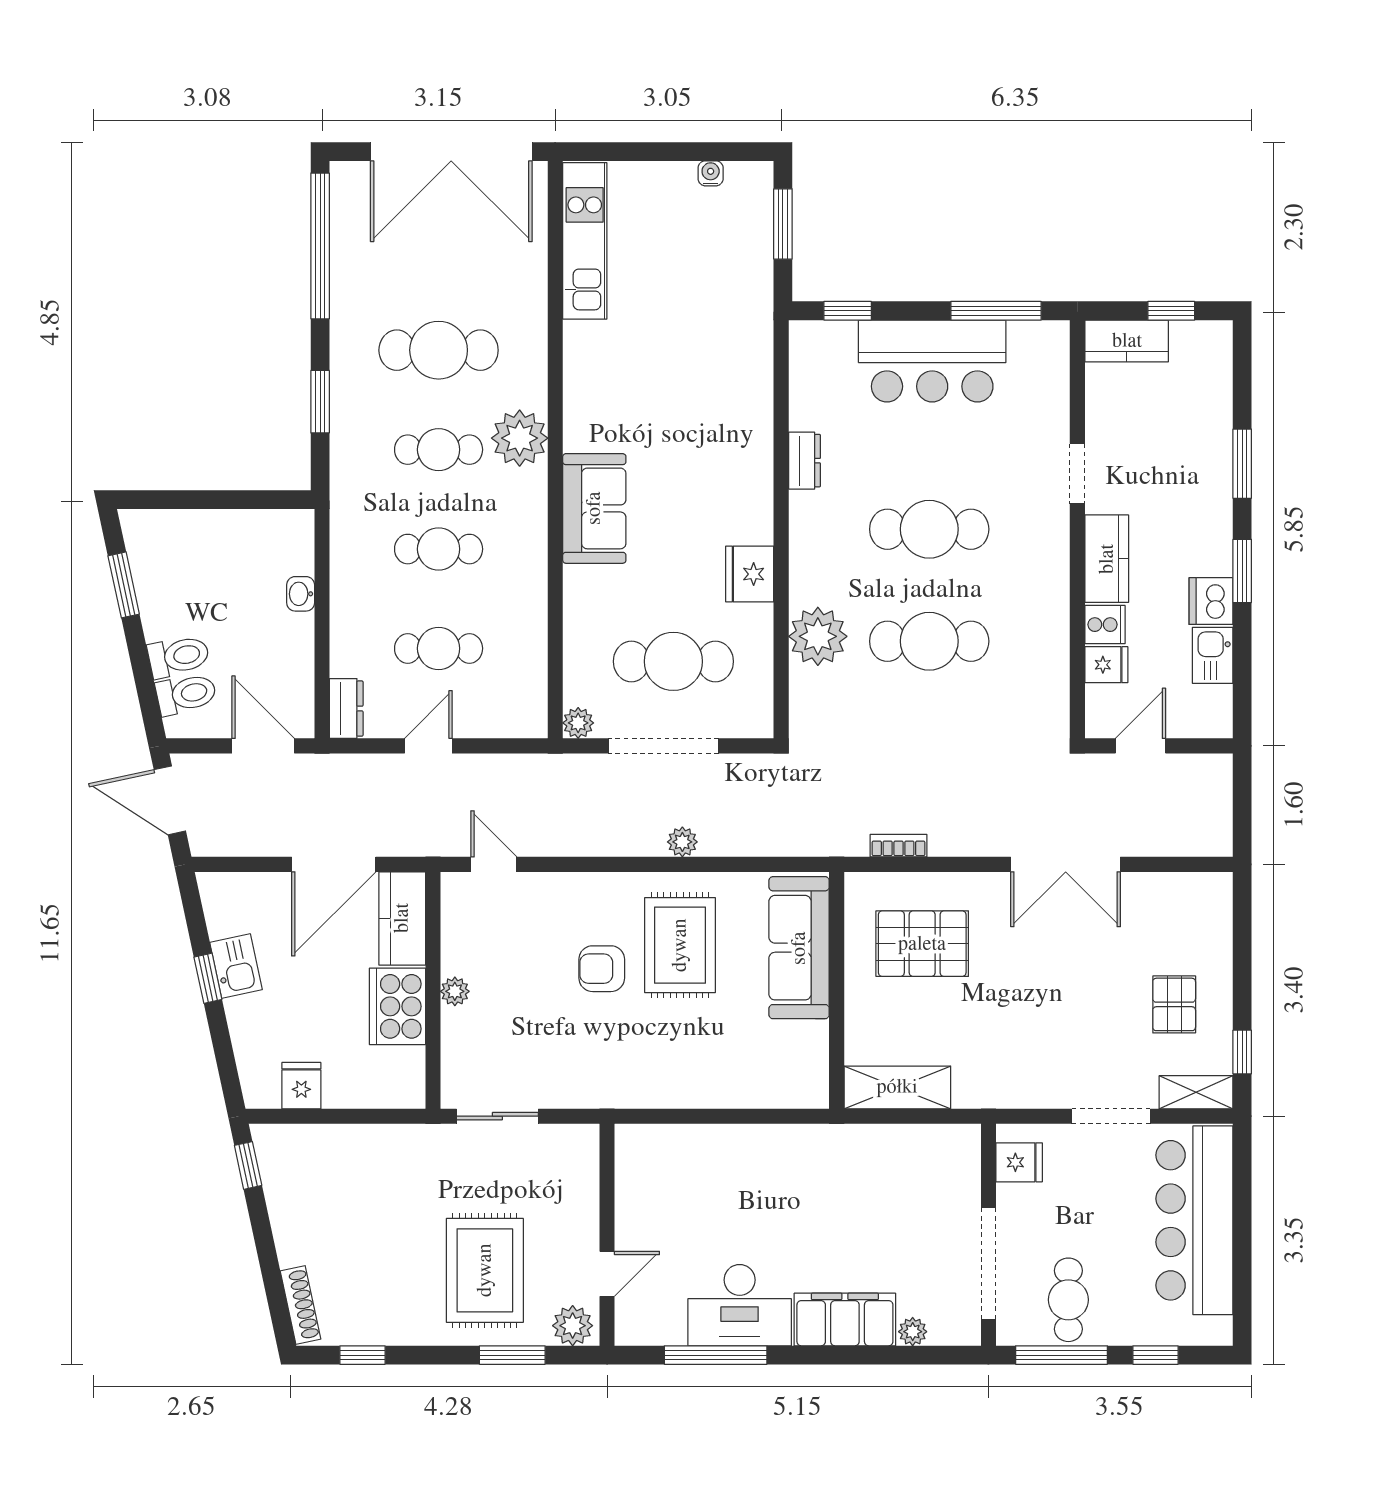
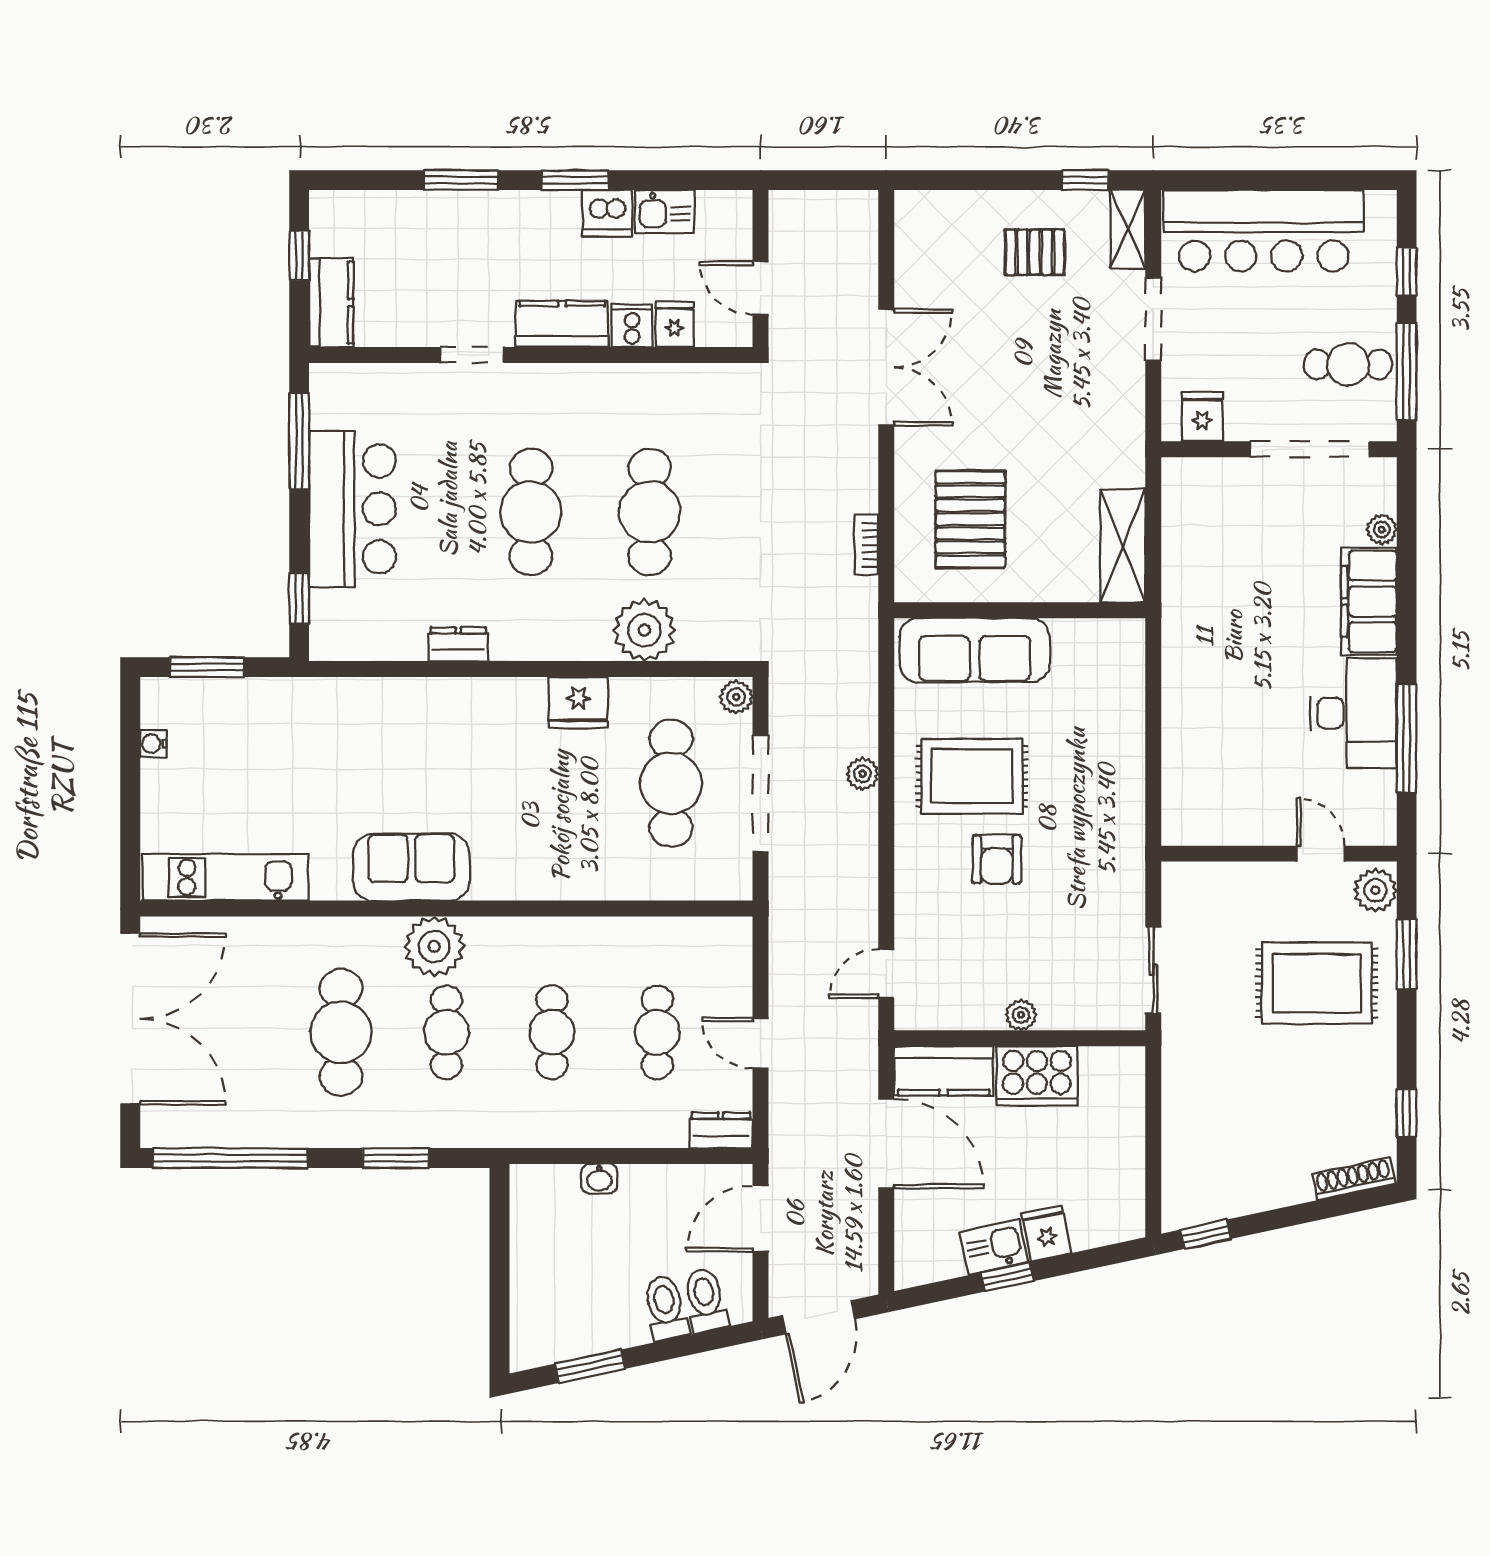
sofa: (594, 508) -> (411, 867), moved
plant: (578, 723) -> (736, 697), moved
fridge: (301, 1086) -> (1046, 1233), moved, turned 78

